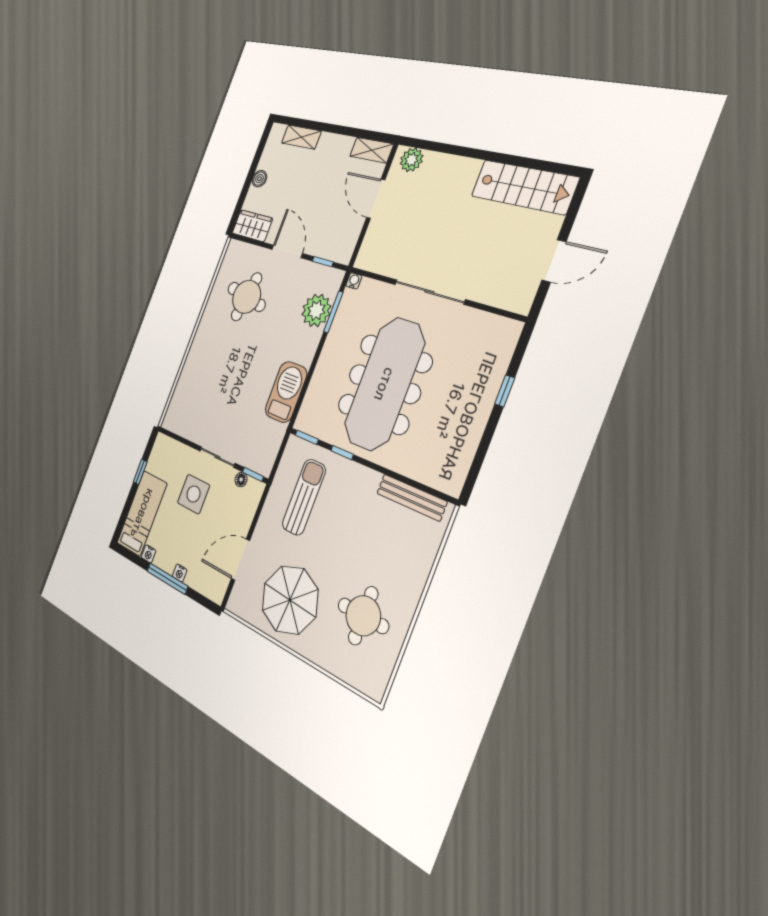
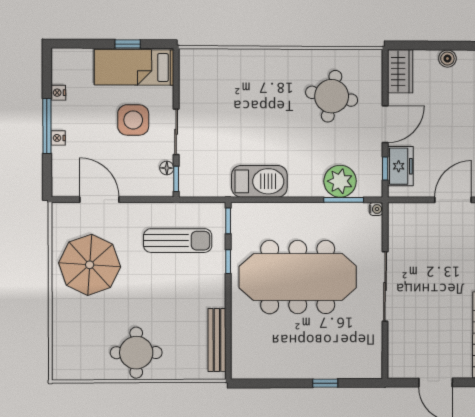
freezer: (327, 246) -> (400, 166), added
bed: (142, 513) -> (134, 67), moved, turned 180
round table: (363, 616) -> (136, 353), moved

